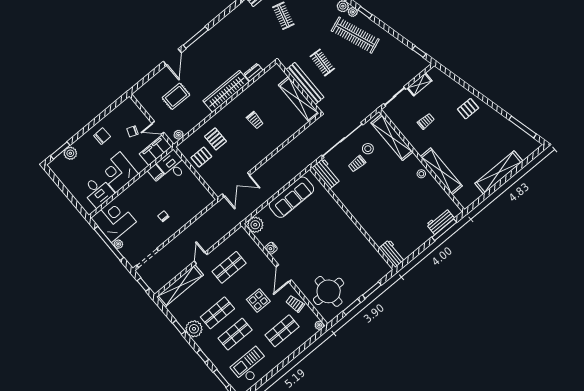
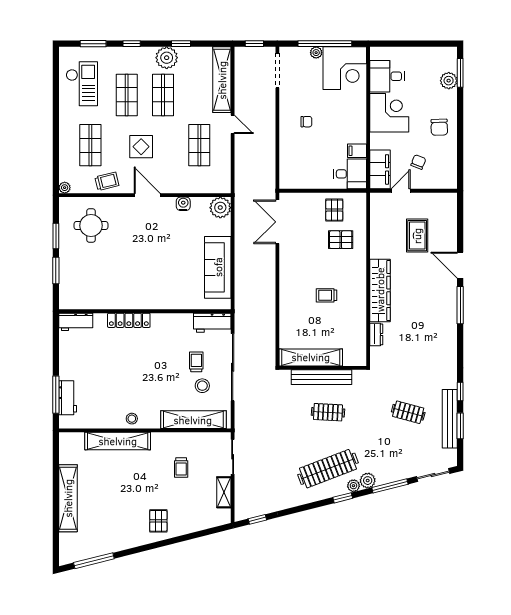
plant: (179, 135) -> (376, 206), removed
locker: (365, 223) -> (129, 320), added
round table: (329, 291) -> (91, 226), width x0.73, depth x0.73

